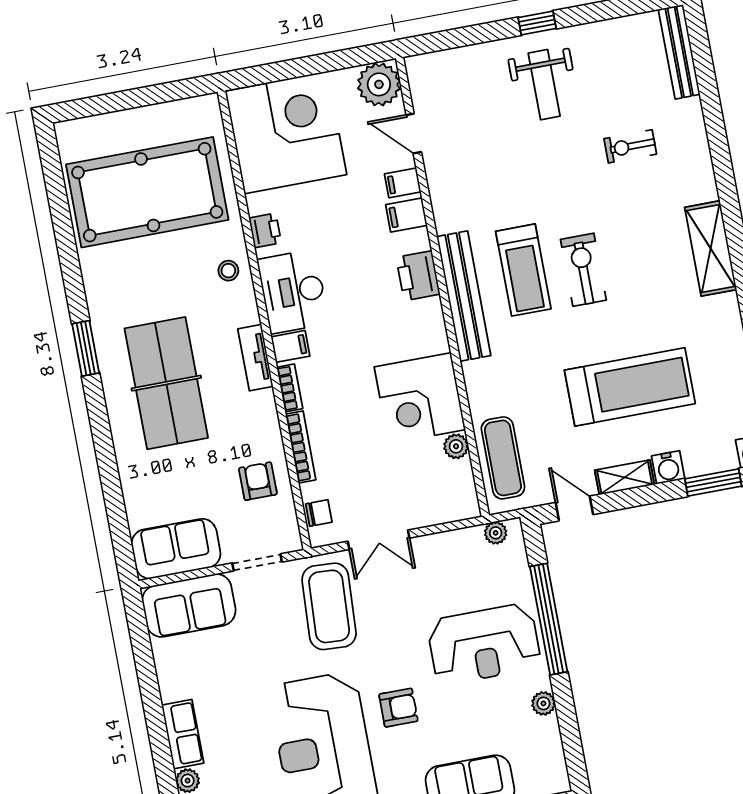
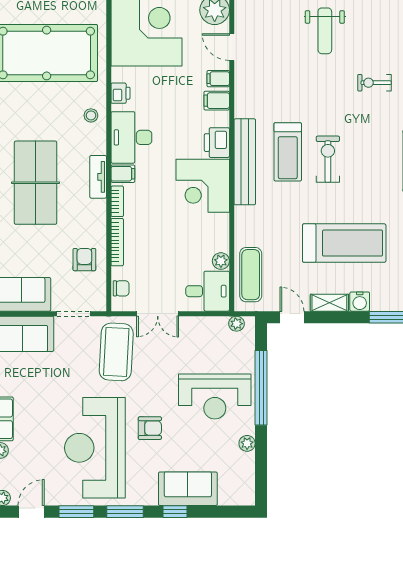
corner desk: (420, 398) -> (203, 186), moved
desk: (445, 494) -> (208, 291), added

